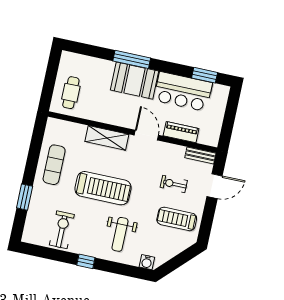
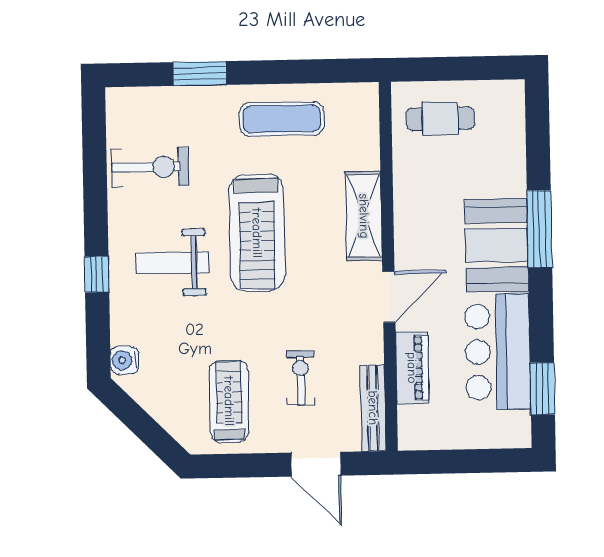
bench: (200, 155) -> (373, 408), width x1.36
weight bench: (120, 234) -> (172, 263), moved
window: (86, 261) -> (97, 274), moved

